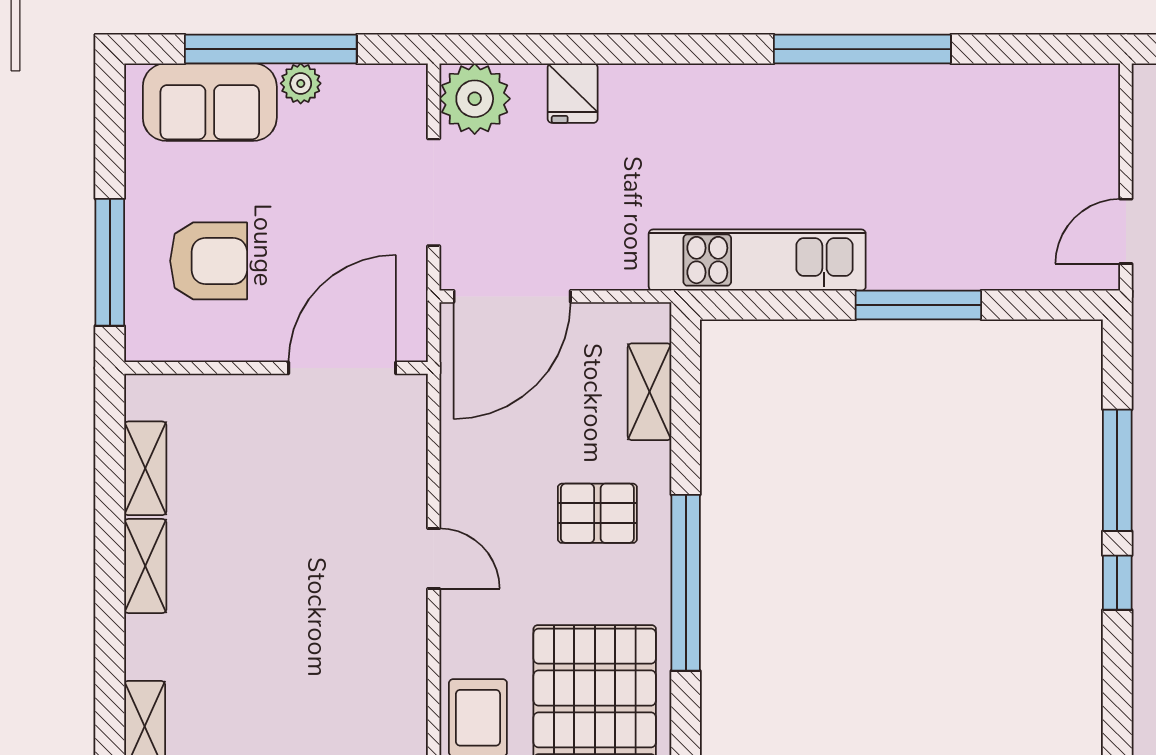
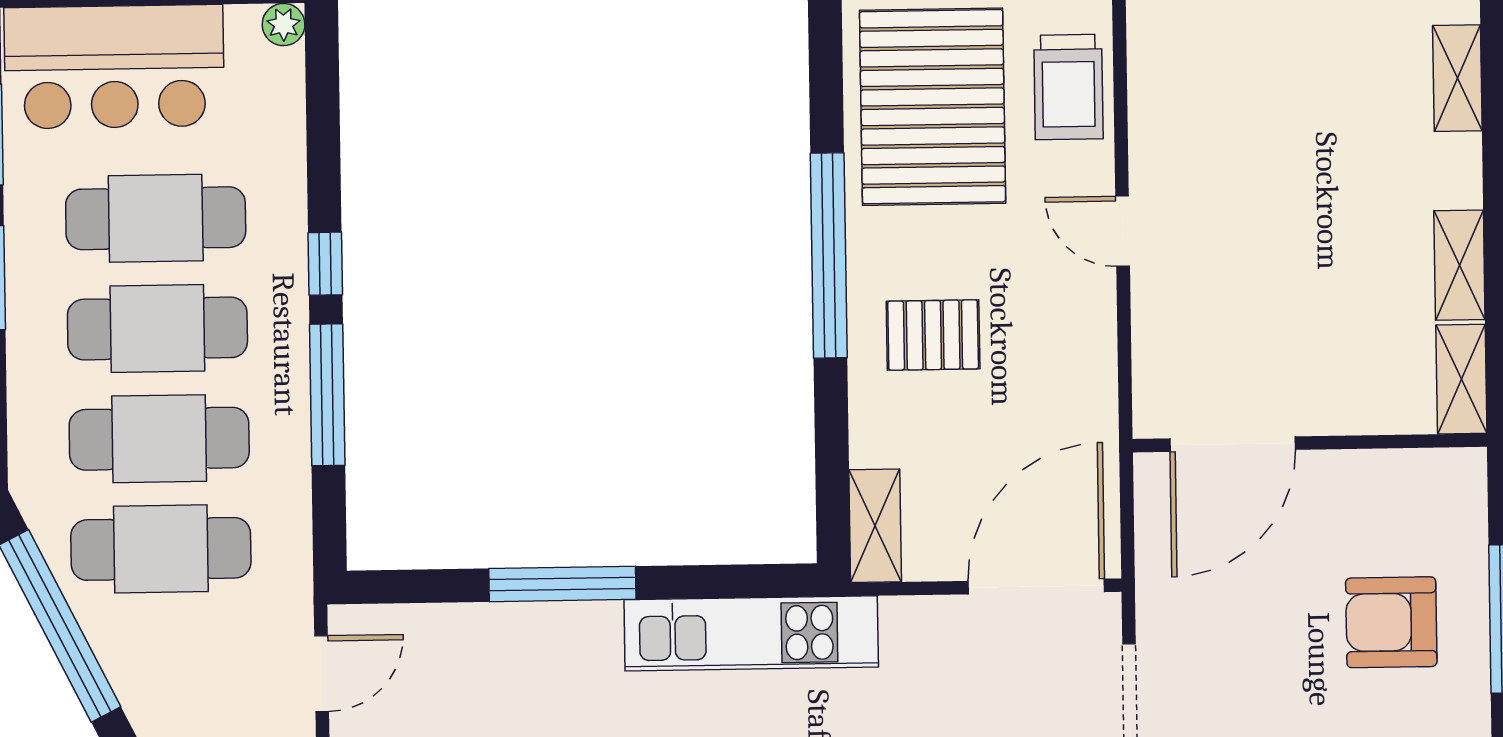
wall: (276, 368) -> (1310, 443), moved
door: (342, 368) -> (1233, 444), moved
shelving: (650, 392) -> (875, 526), moved
door: (434, 558) -> (1123, 231), moved

